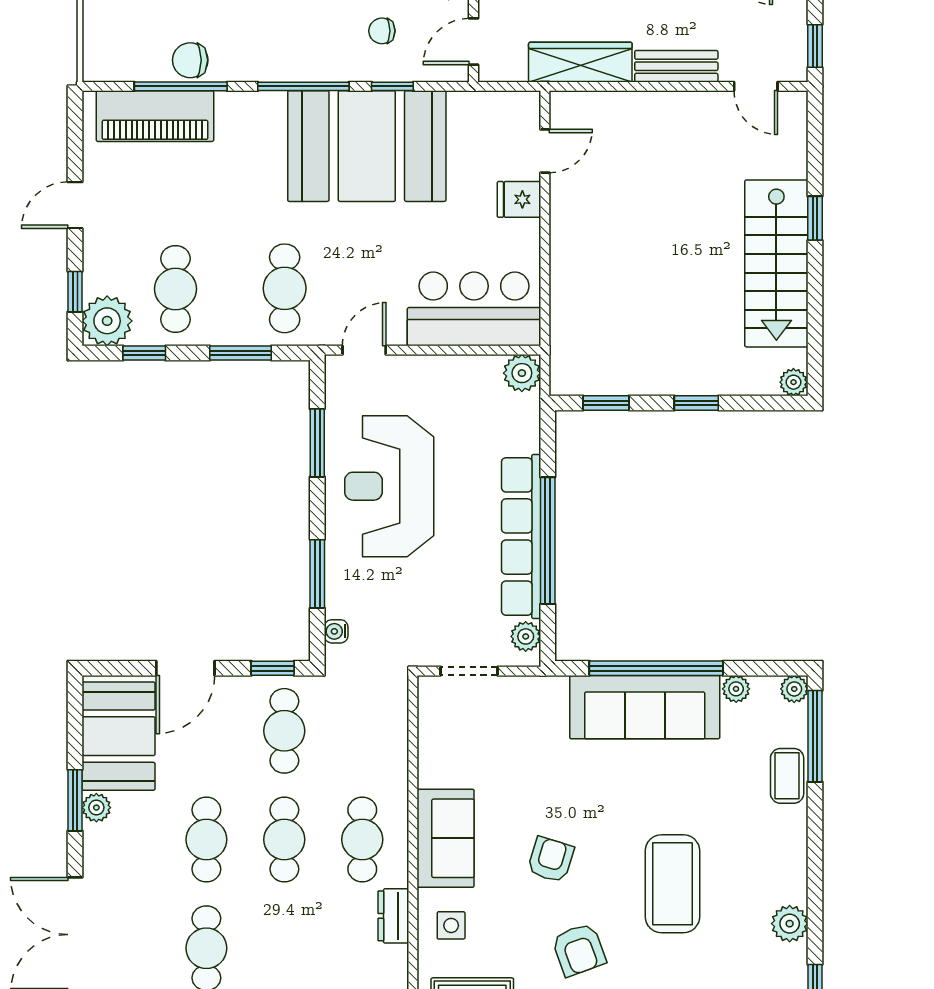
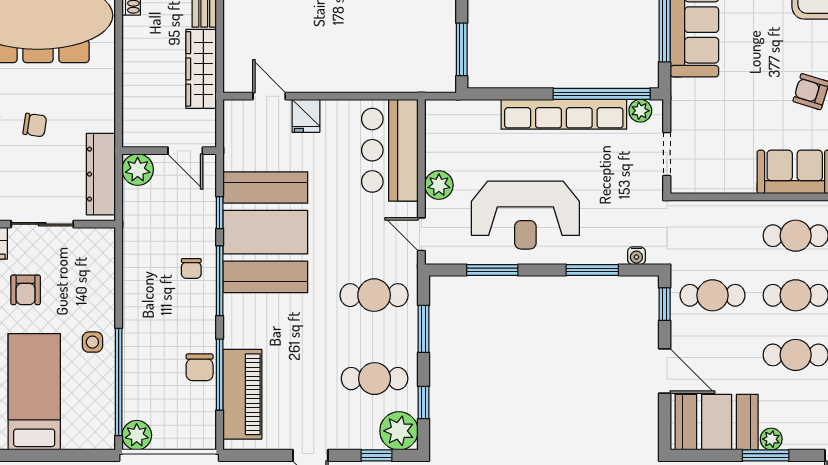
chair: (382, 31) -> (191, 268), moved
plant: (522, 373) -> (439, 185), moved
window: (606, 403) -> (462, 49), width x1.50
window: (548, 541) -> (602, 94), moved

